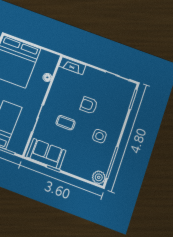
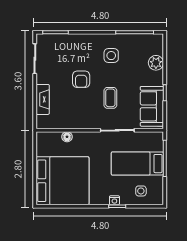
fireplace: (72, 66) -> (43, 99), moved
plant: (99, 177) -> (156, 63), moved

